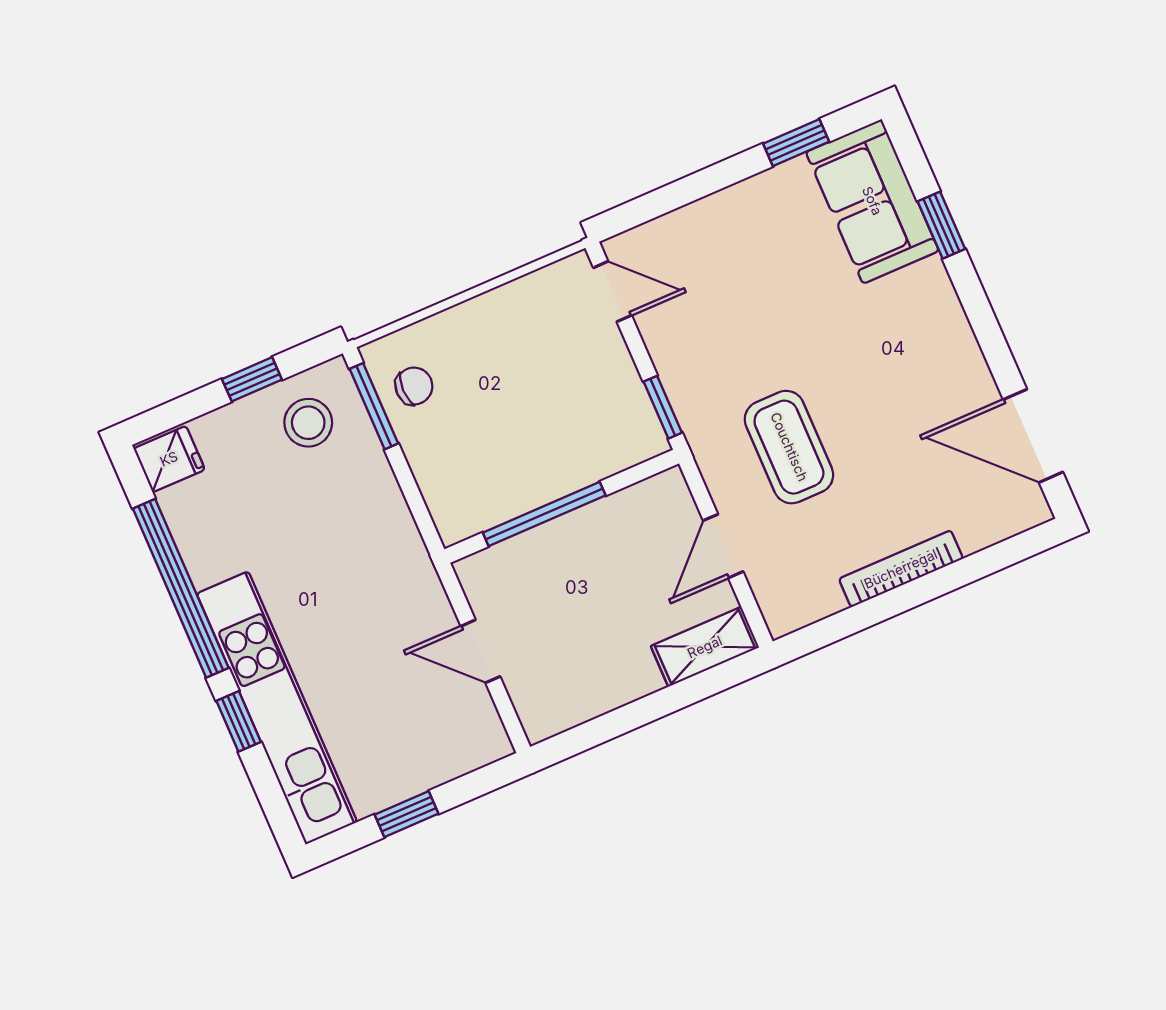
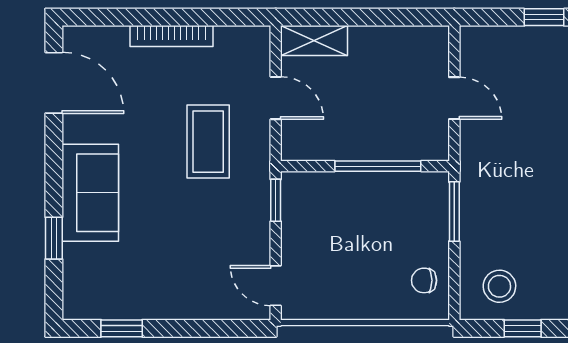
sofa: (872, 201) -> (90, 193), moved
window: (374, 406) -> (454, 212), moved
door: (723, 546) -> (276, 98), hinge flipped

